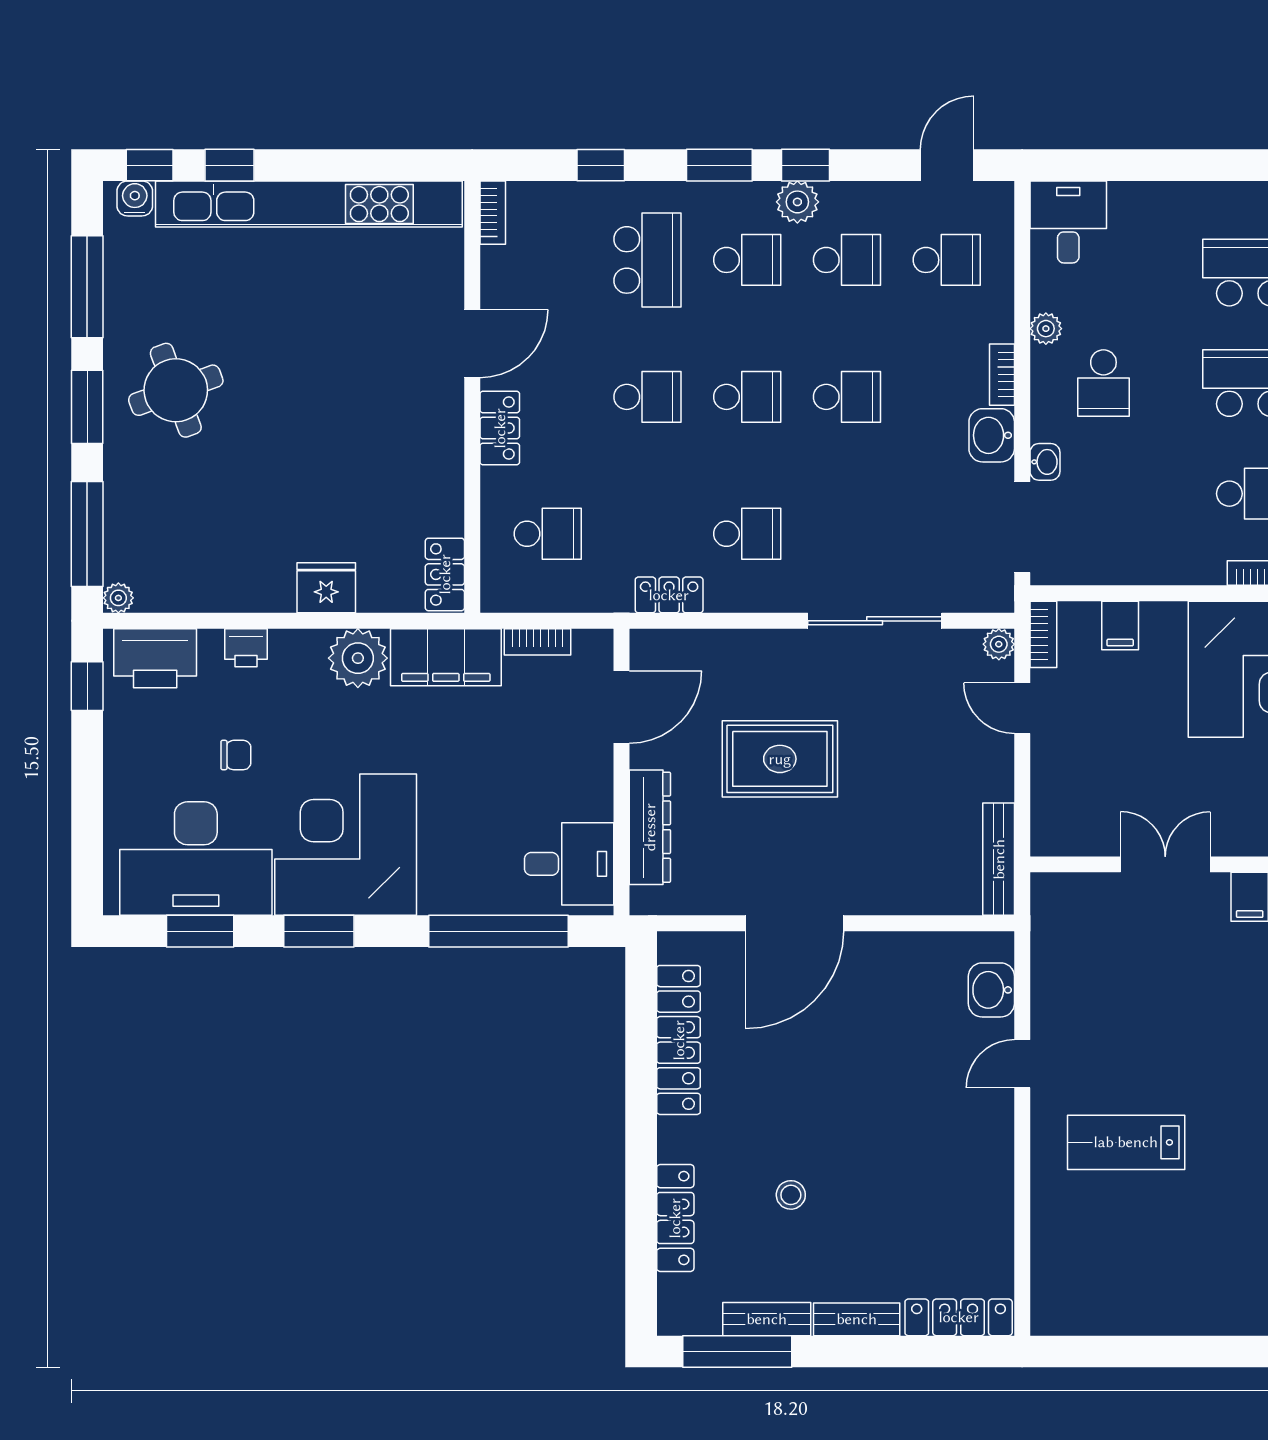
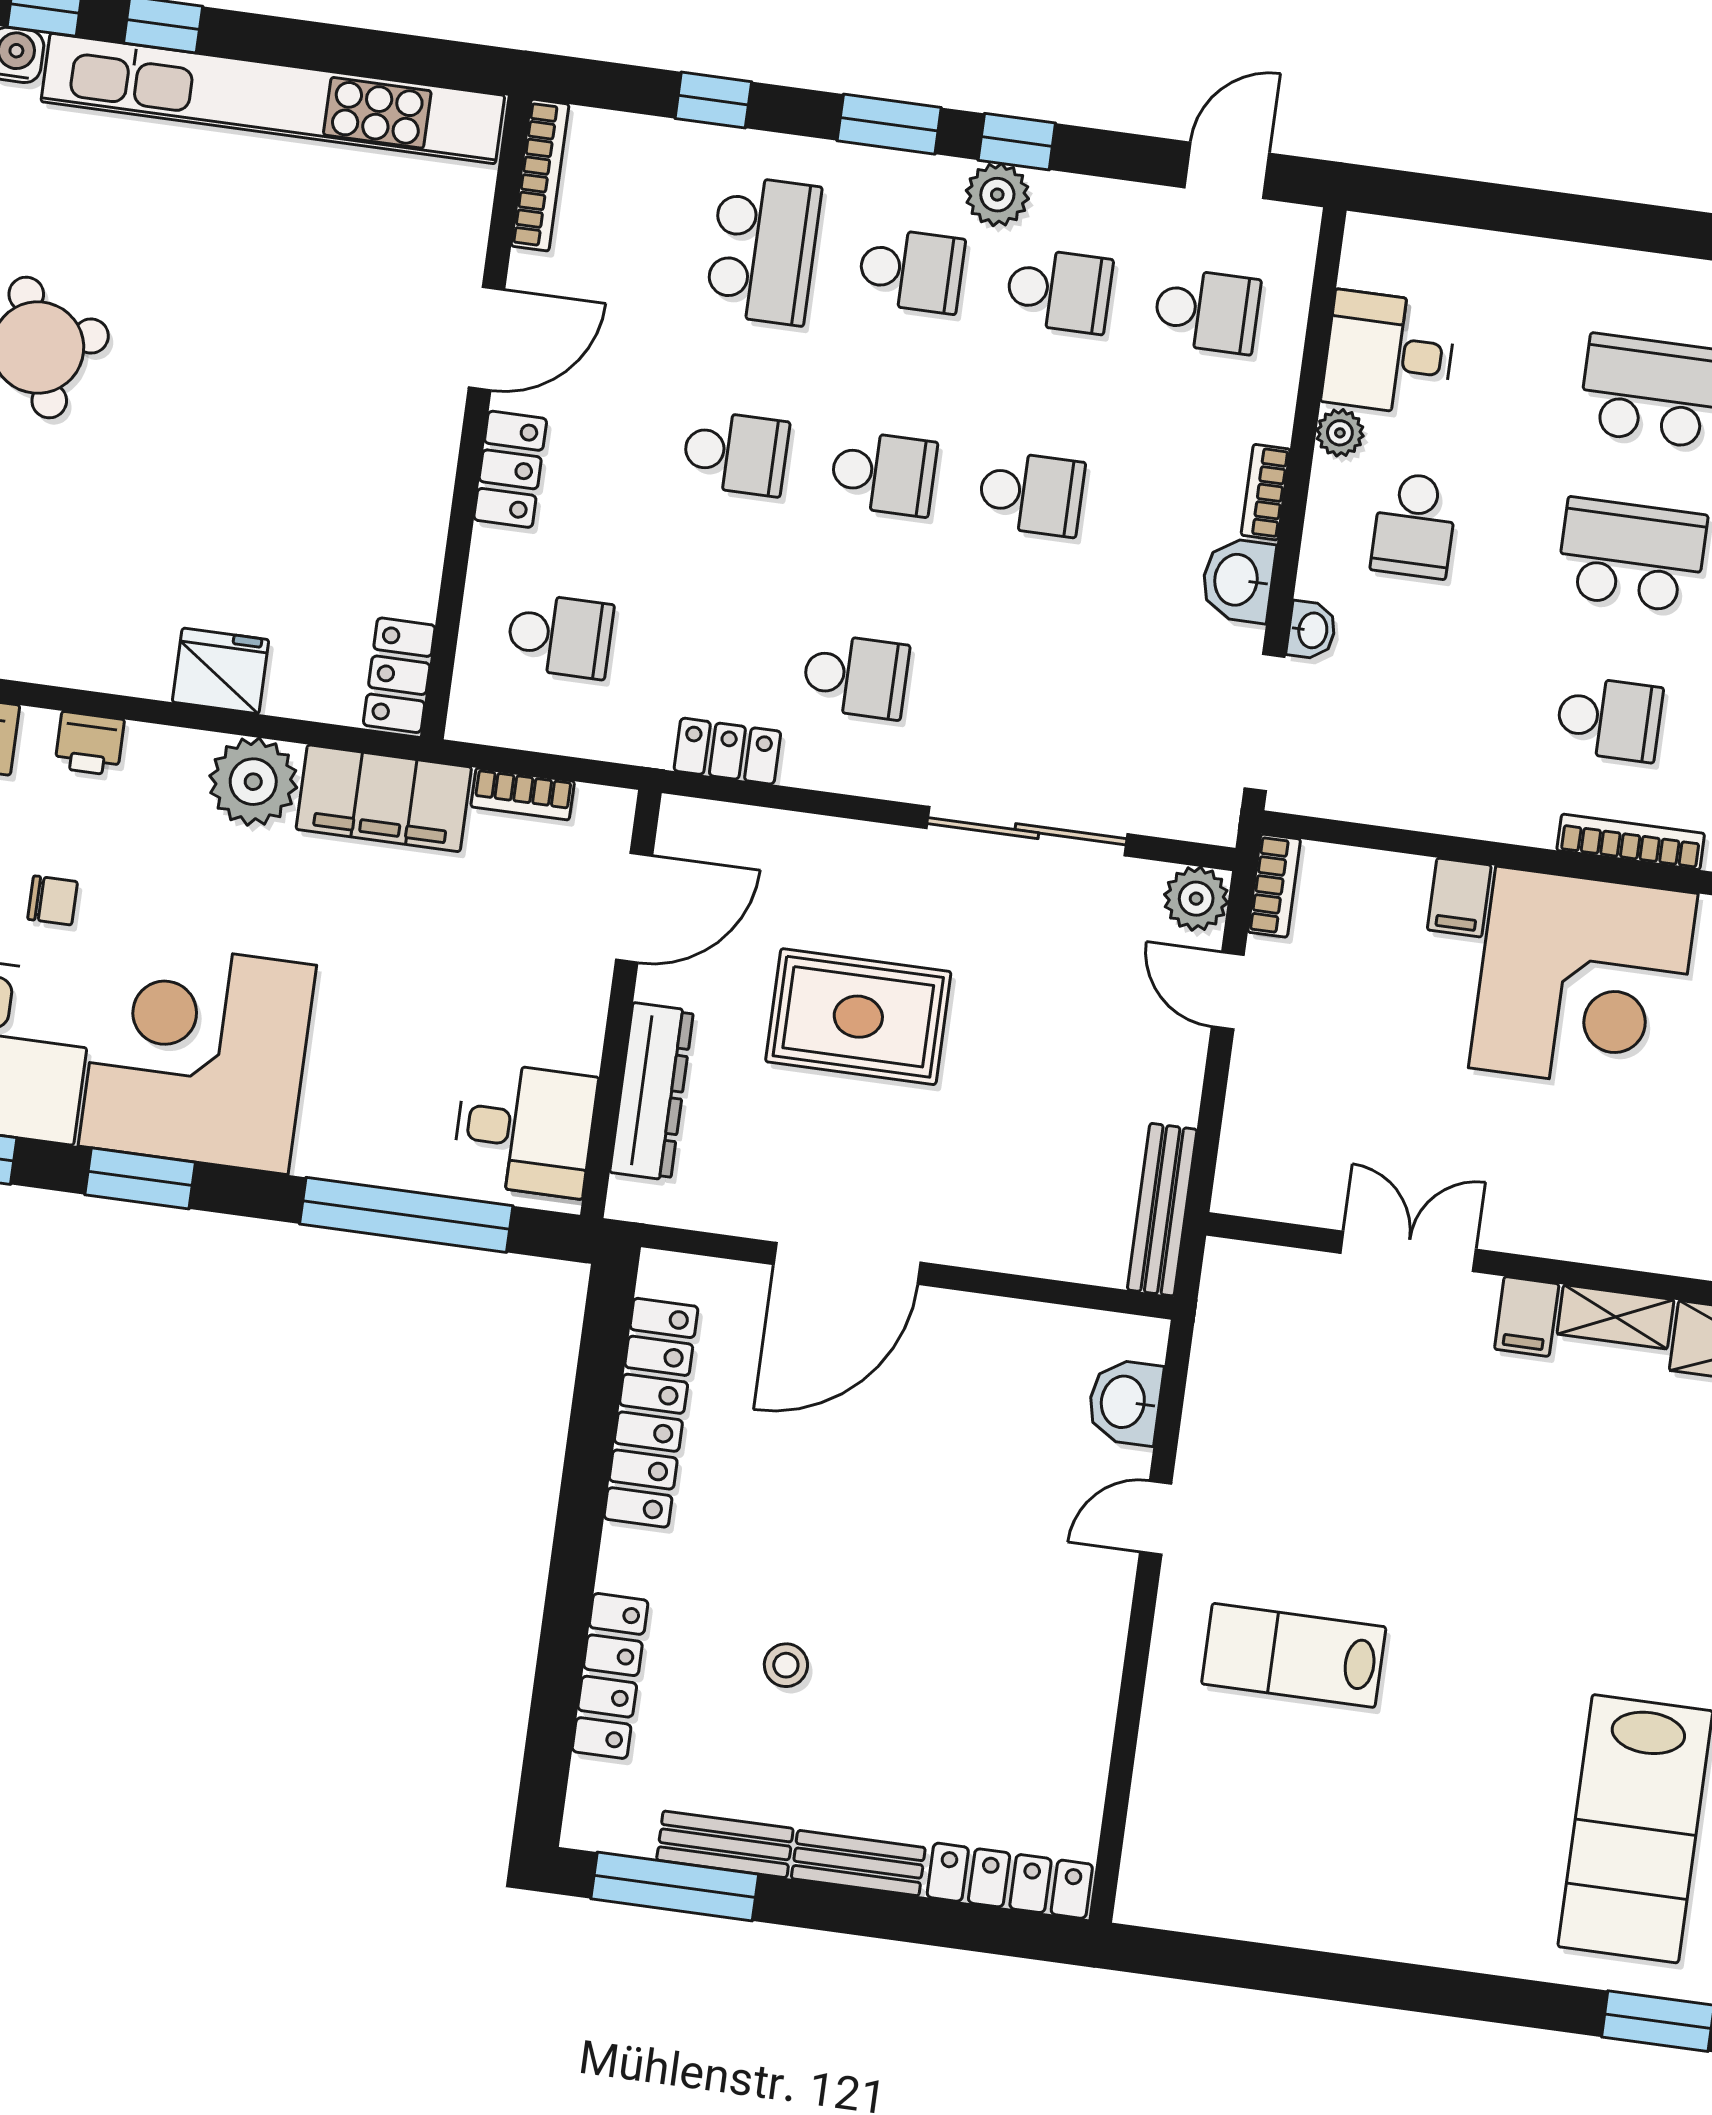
bookcase: (493, 213) -> (540, 175), width x1.56
desk: (1068, 222) -> (1389, 353), moved, turned -90
filing cabinet: (1120, 626) -> (1459, 898), moved
plant: (999, 644) -> (1196, 899), width x1.38, depth x1.38

